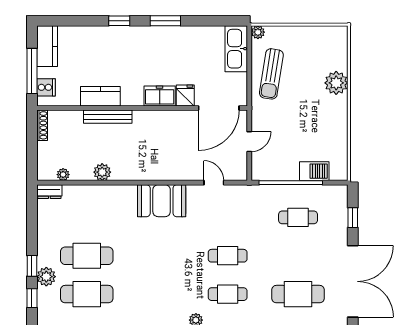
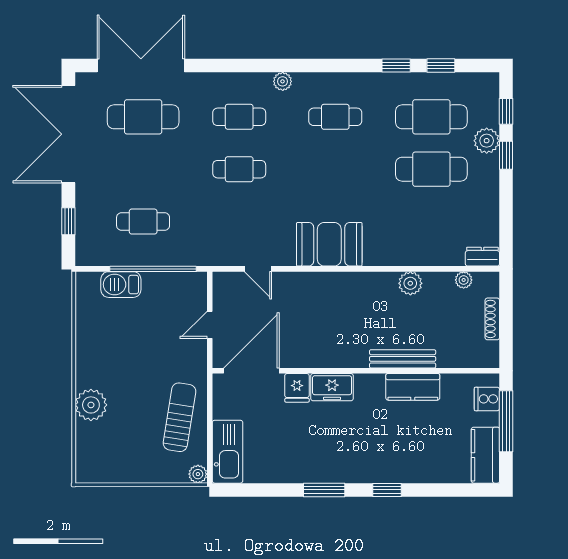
shoe rack: (42, 125) -> (492, 319), moved
cafe table: (157, 294) -> (335, 117), added

